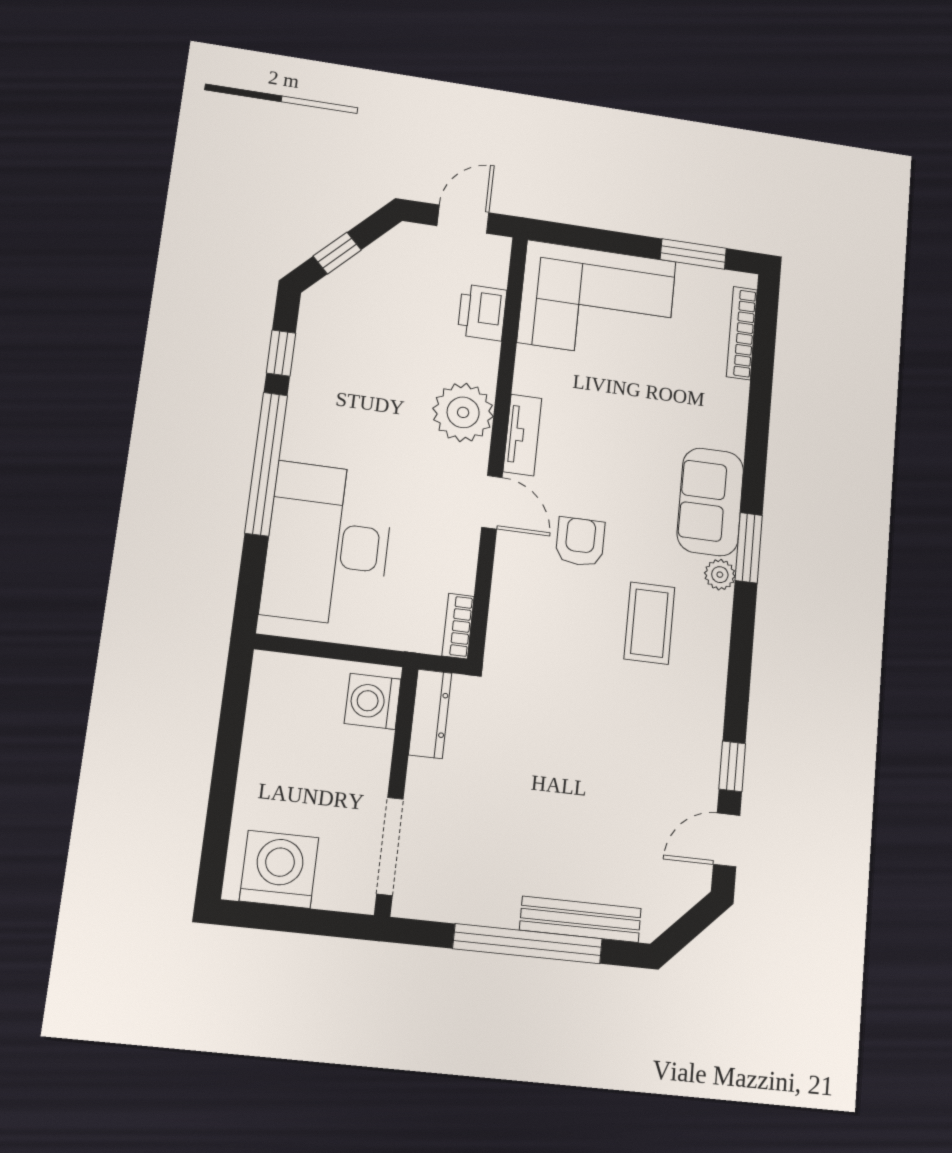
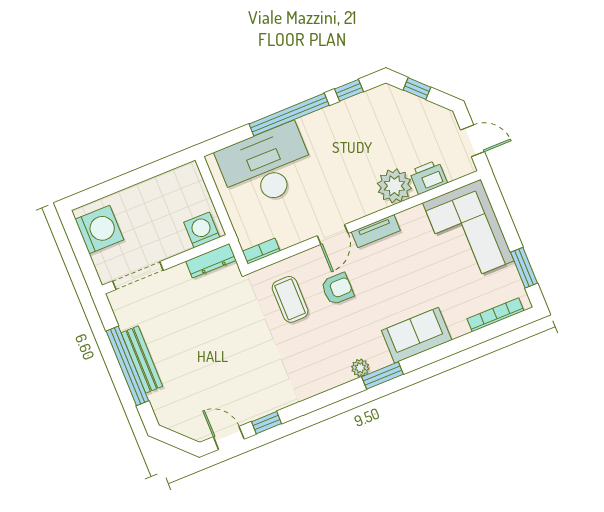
plant: (463, 412) -> (394, 186), moved
sofa: (710, 502) -> (417, 335), moved
coffee table: (649, 623) -> (290, 299), moved, turned 90
bench: (580, 919) -> (142, 359), moved

